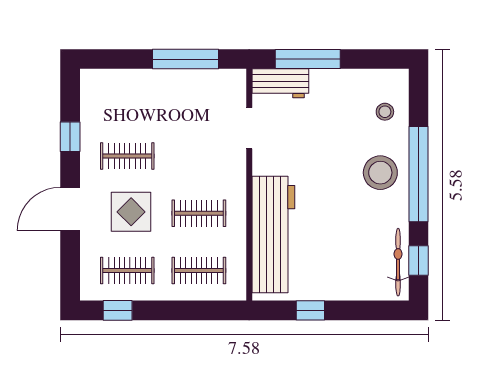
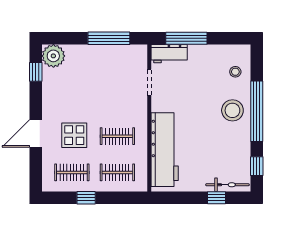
plant: (98, 87) -> (53, 56), added
window: (70, 137) -> (36, 72), moved
clothes rail: (127, 156) -> (72, 100), removed
bicycle: (398, 262) -> (227, 185), moved, turned 90
window: (118, 310) -> (86, 198), moved
window: (310, 310) -> (216, 198), moved

